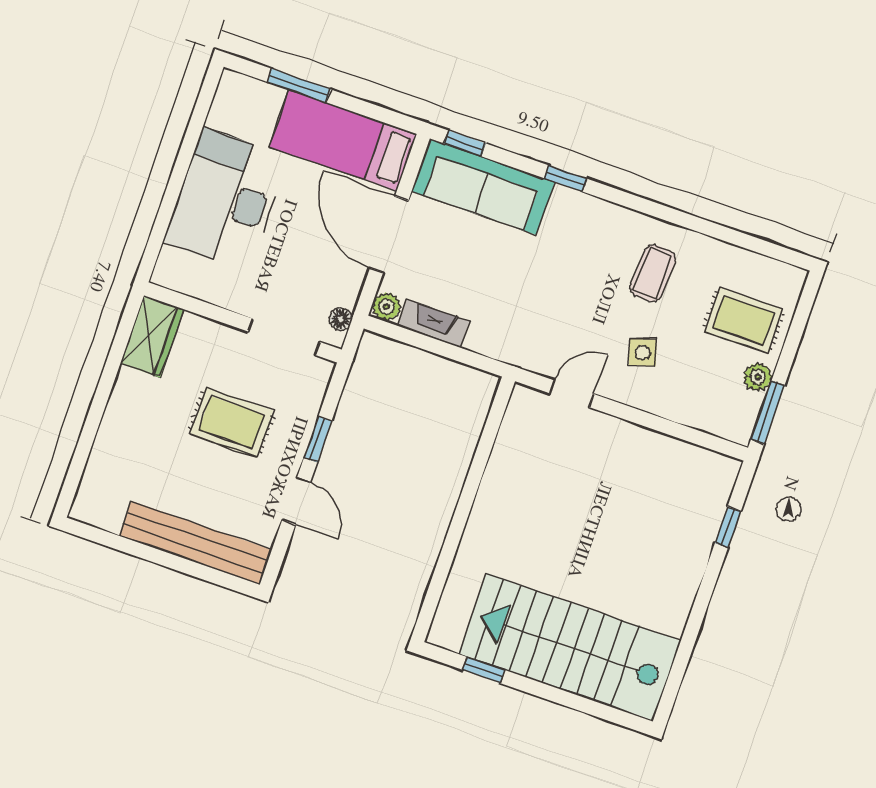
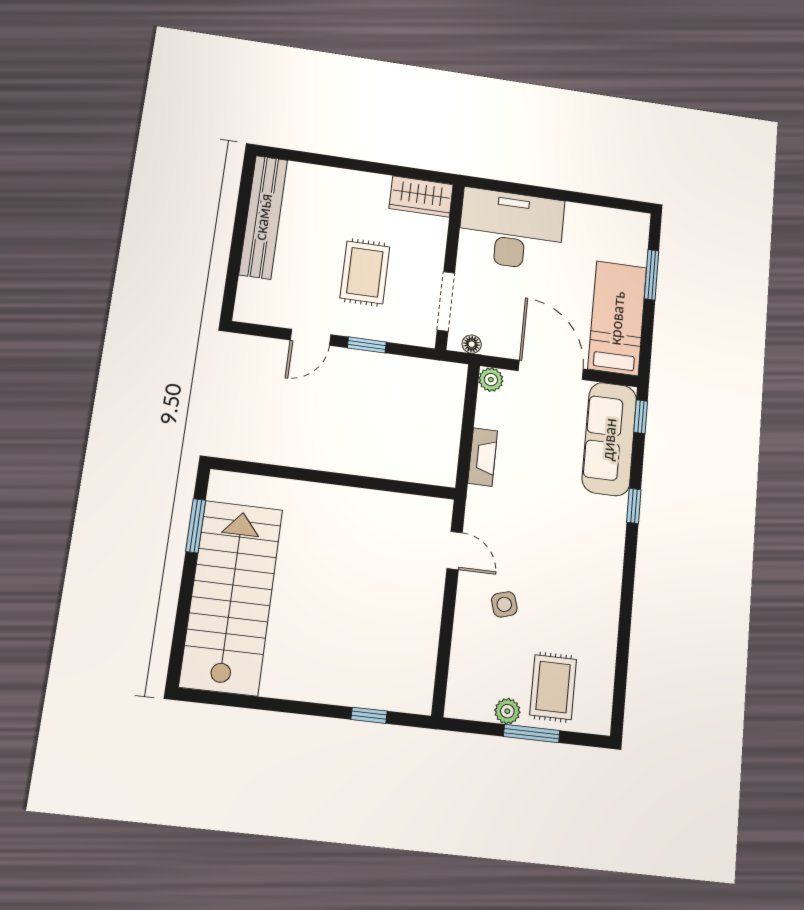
desk: (226, 199) -> (511, 229), moved
door: (389, 234) -> (551, 370), hinge flipped
coffee table: (653, 273) -> (574, 598), removed
fireplace: (434, 323) -> (483, 457), moved
window: (768, 412) -> (532, 734), moved
bench: (196, 543) -> (263, 217), moved
window: (484, 670) -> (196, 526), width x1.50

